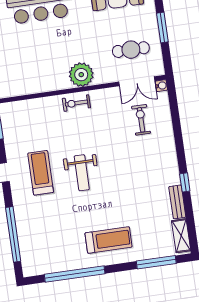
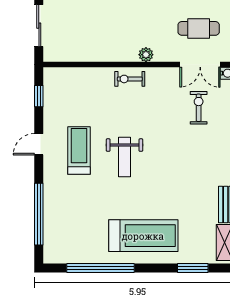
plant: (81, 75) -> (146, 55), width x0.53, depth x0.53
treadmill: (109, 240) -> (143, 236), width x1.37, depth x1.38
window: (156, 262) -> (193, 268), width x0.69

